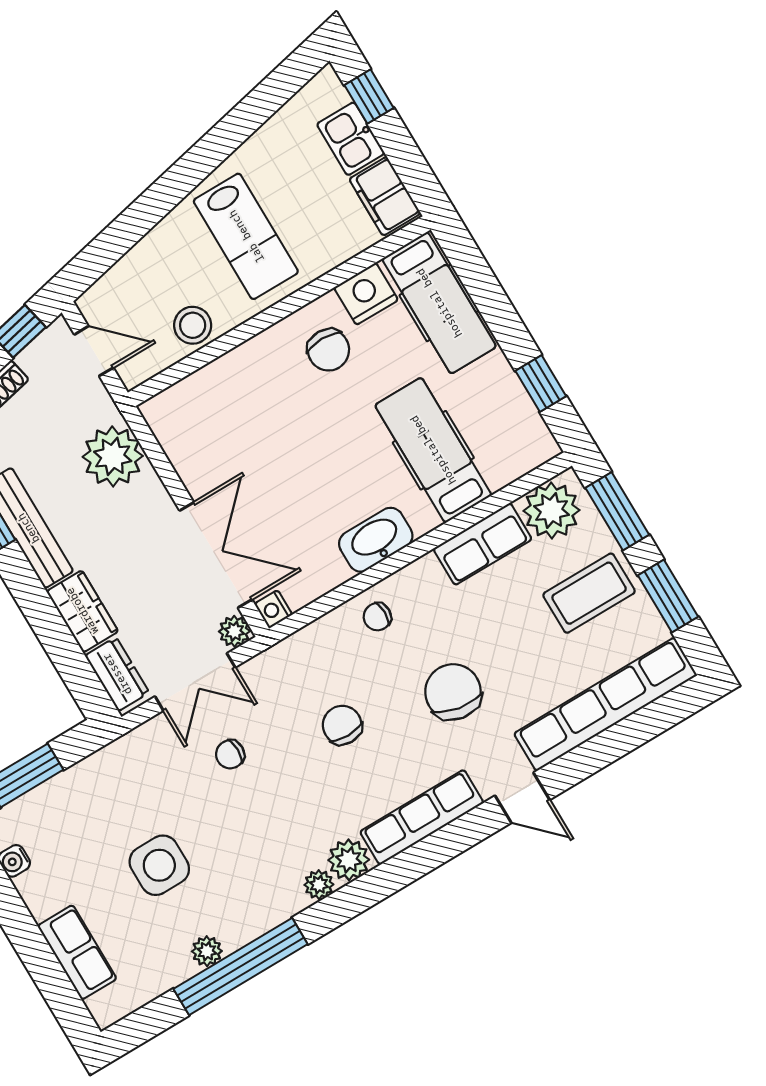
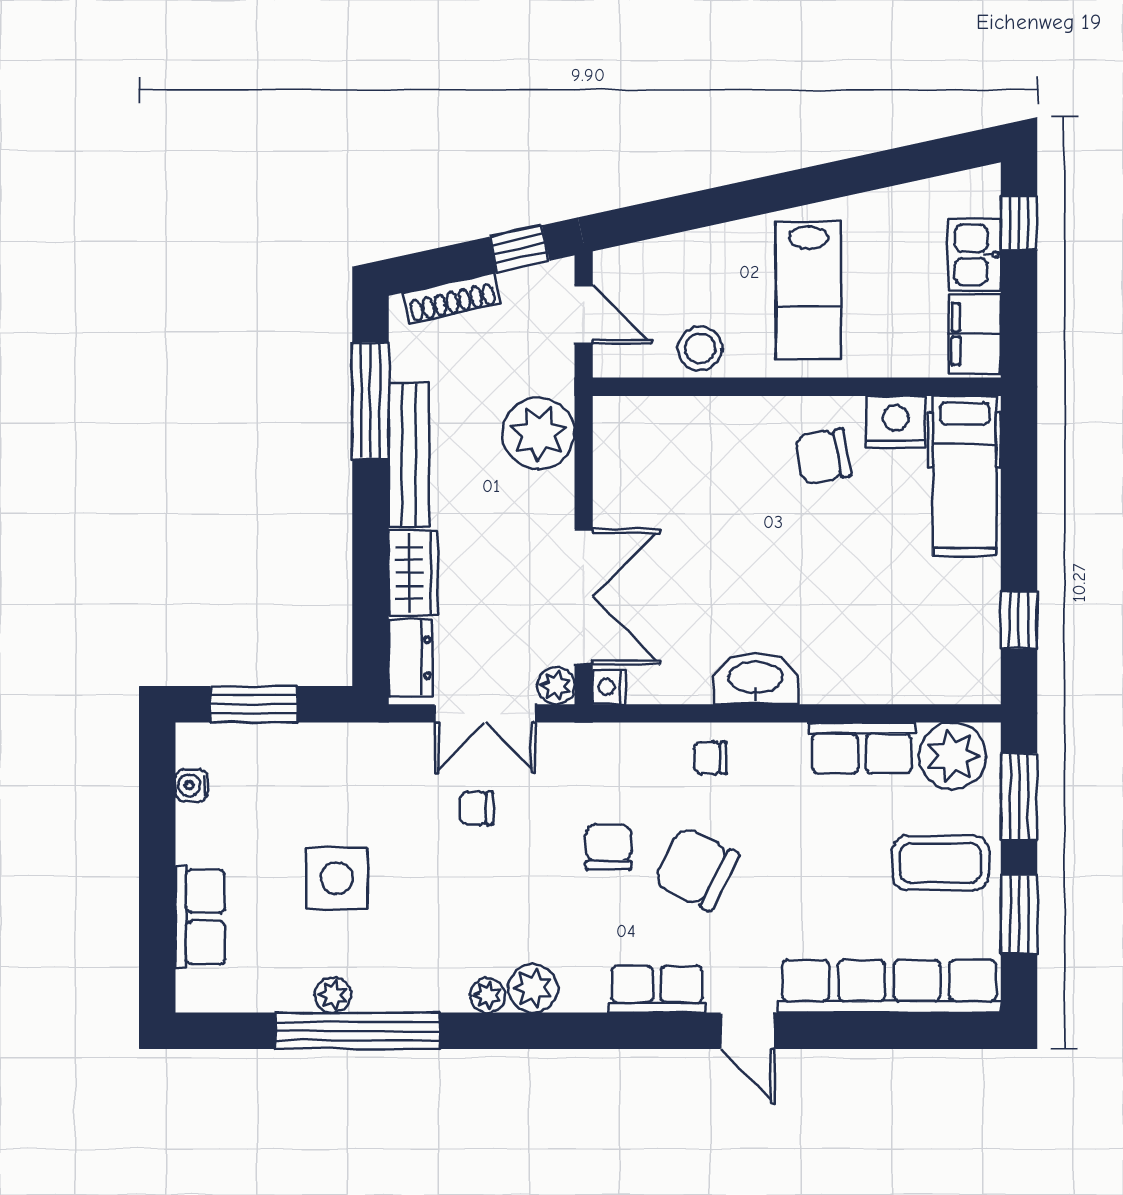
chair: (328, 350) -> (823, 456), turned 80
hospital bed: (433, 450) -> (869, 622), removed
chair: (453, 692) -> (696, 869), moved, turned -73
row of seats: (422, 817) -> (657, 989), width x0.68

